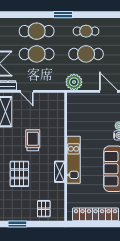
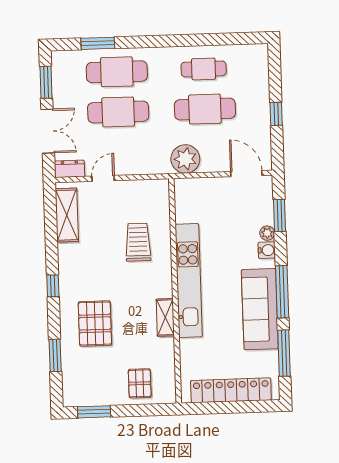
window: (63, 15) -> (98, 43), moved
door: (27, 91) -> (103, 178), swing flipped
trolley: (33, 140) -> (138, 242), moved
kitchen unit: (74, 160) -> (189, 280), width x1.36

